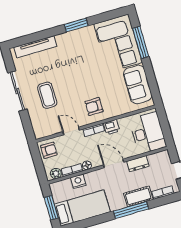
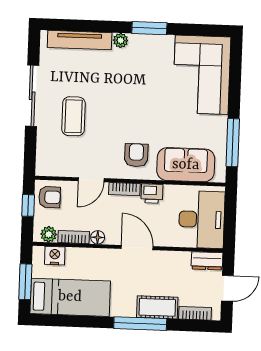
plant: (61, 39) -> (121, 40), added
window: (141, 42) -> (233, 143), moved
sofa: (138, 84) -> (186, 165), moved, turned 90
armchair: (94, 107) -> (136, 155), turned 90
door: (71, 131) -> (91, 180), swing flipped
window: (37, 160) -> (28, 205), added
dresser: (138, 164) -> (207, 261), moved
nightstand: (78, 181) -> (55, 256), moved

